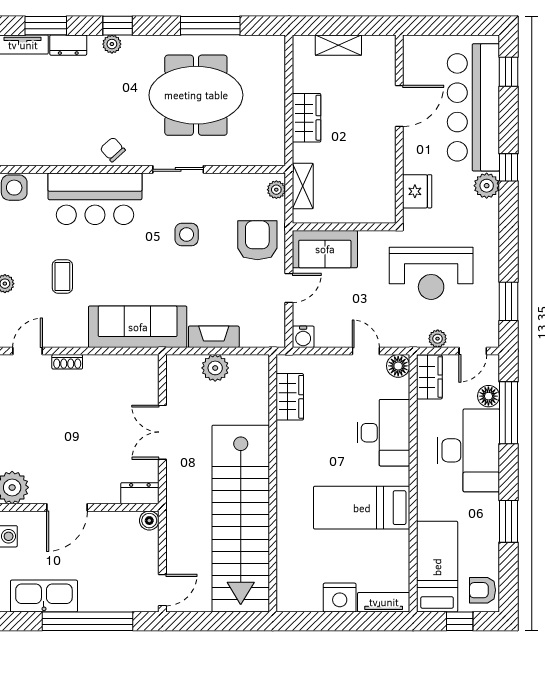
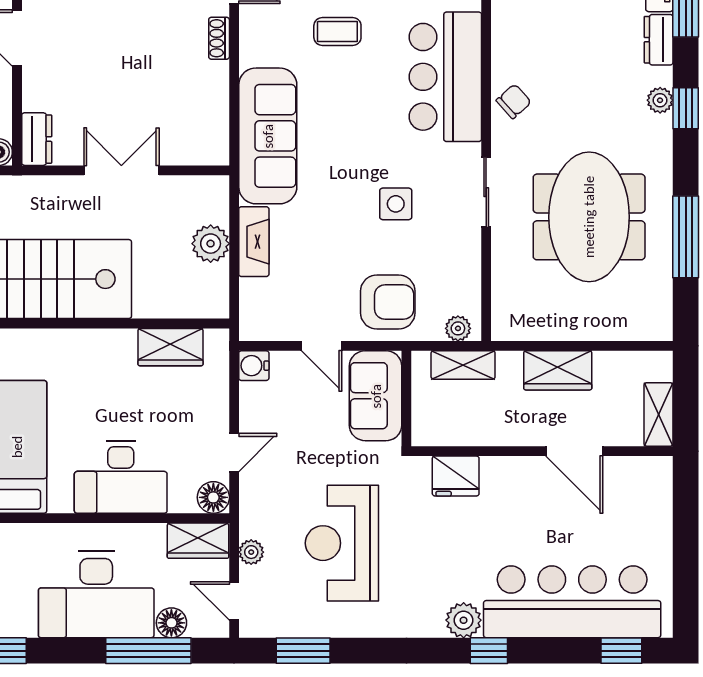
door: (399, 106) -> (574, 451), moved
wall: (399, 129) -> (542, 451), moved
fridge: (417, 191) -> (456, 476), moved

